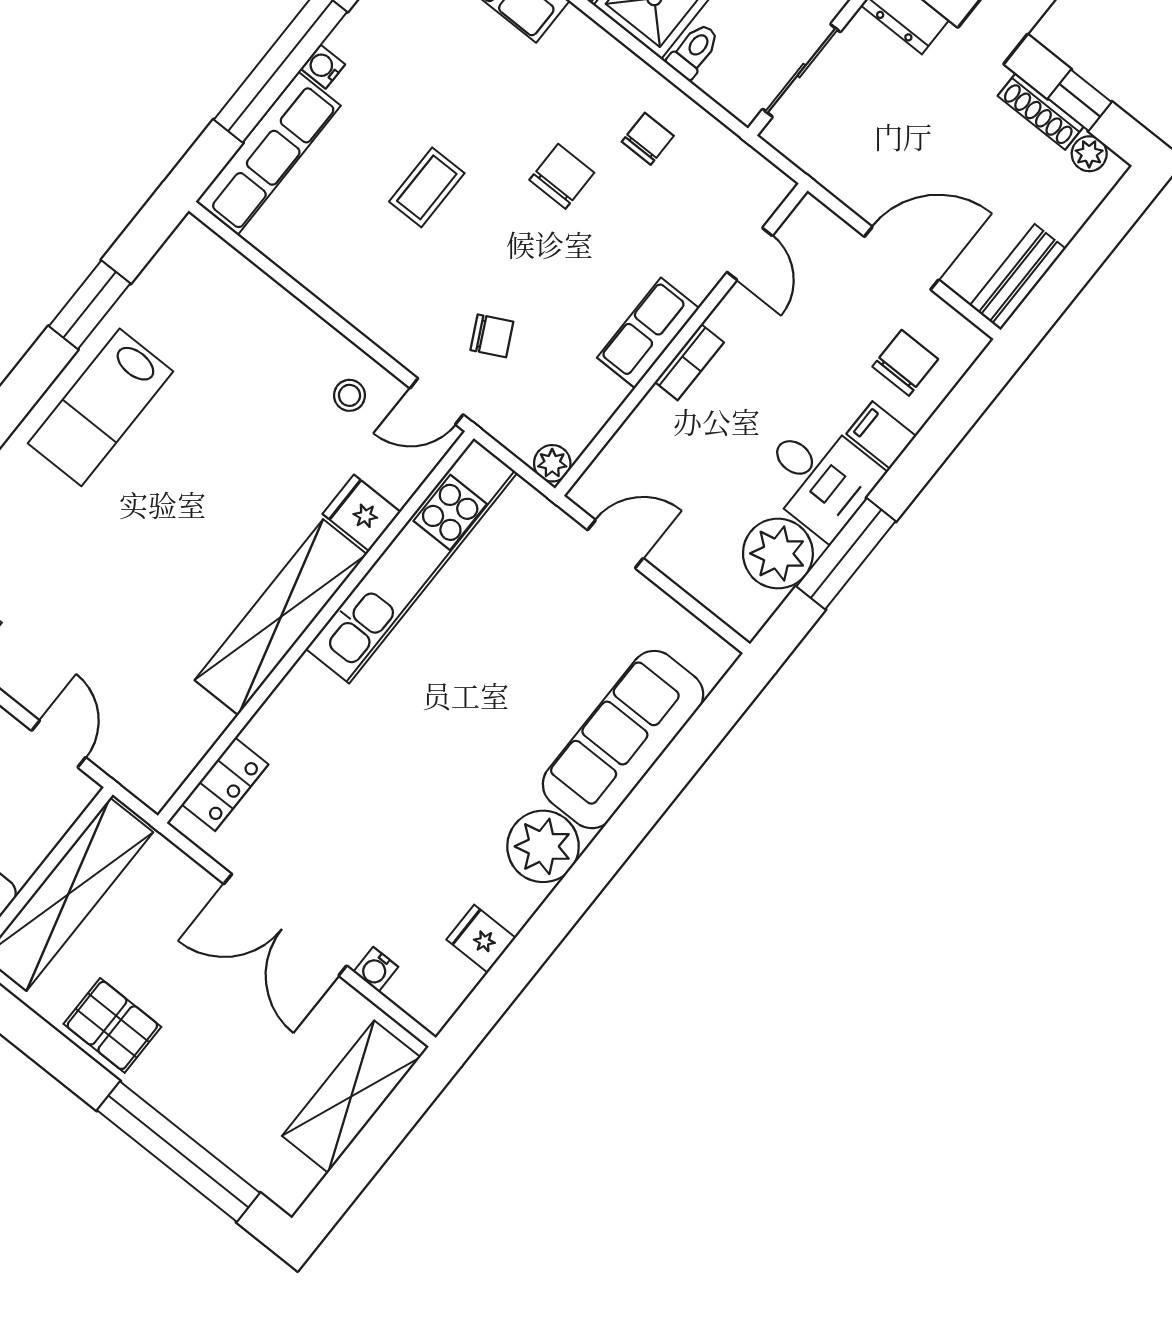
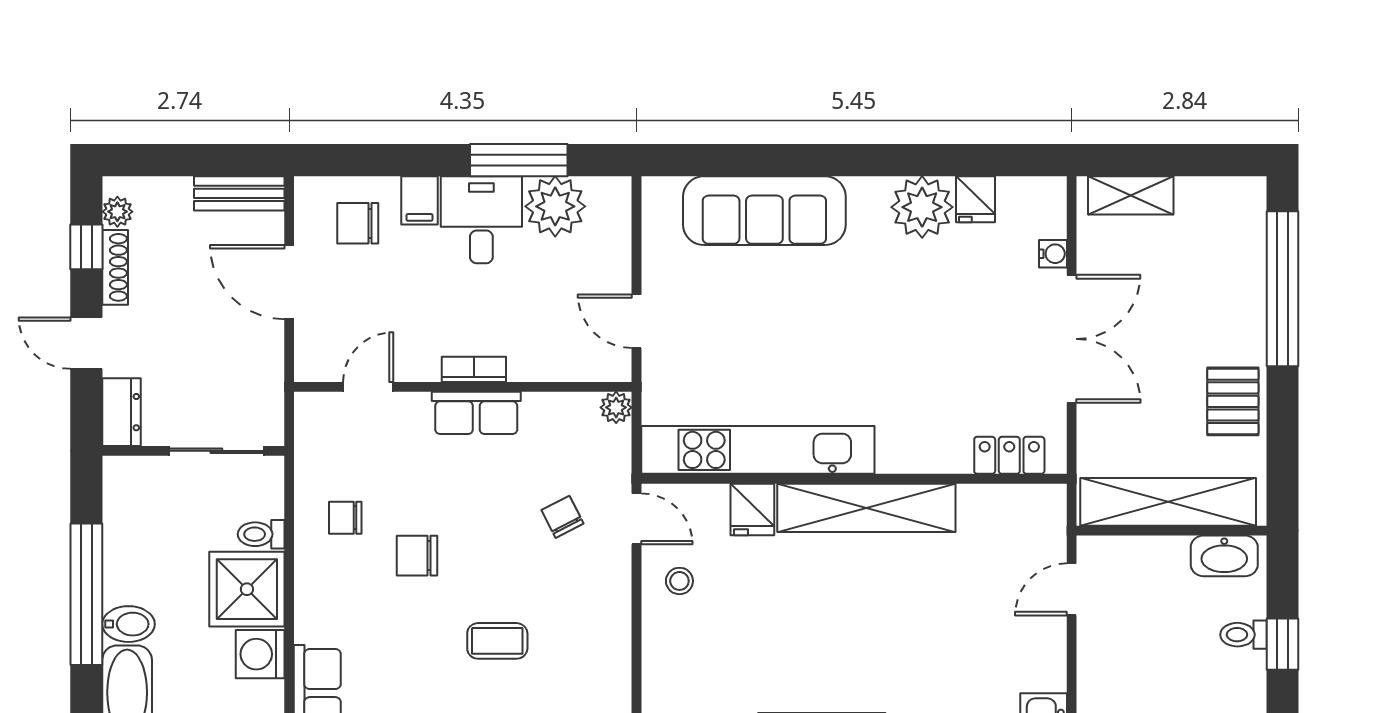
plant: (543, 846) -> (922, 207), moved
shelving: (351, 1097) -> (1131, 195), width x0.67, depth x0.75

